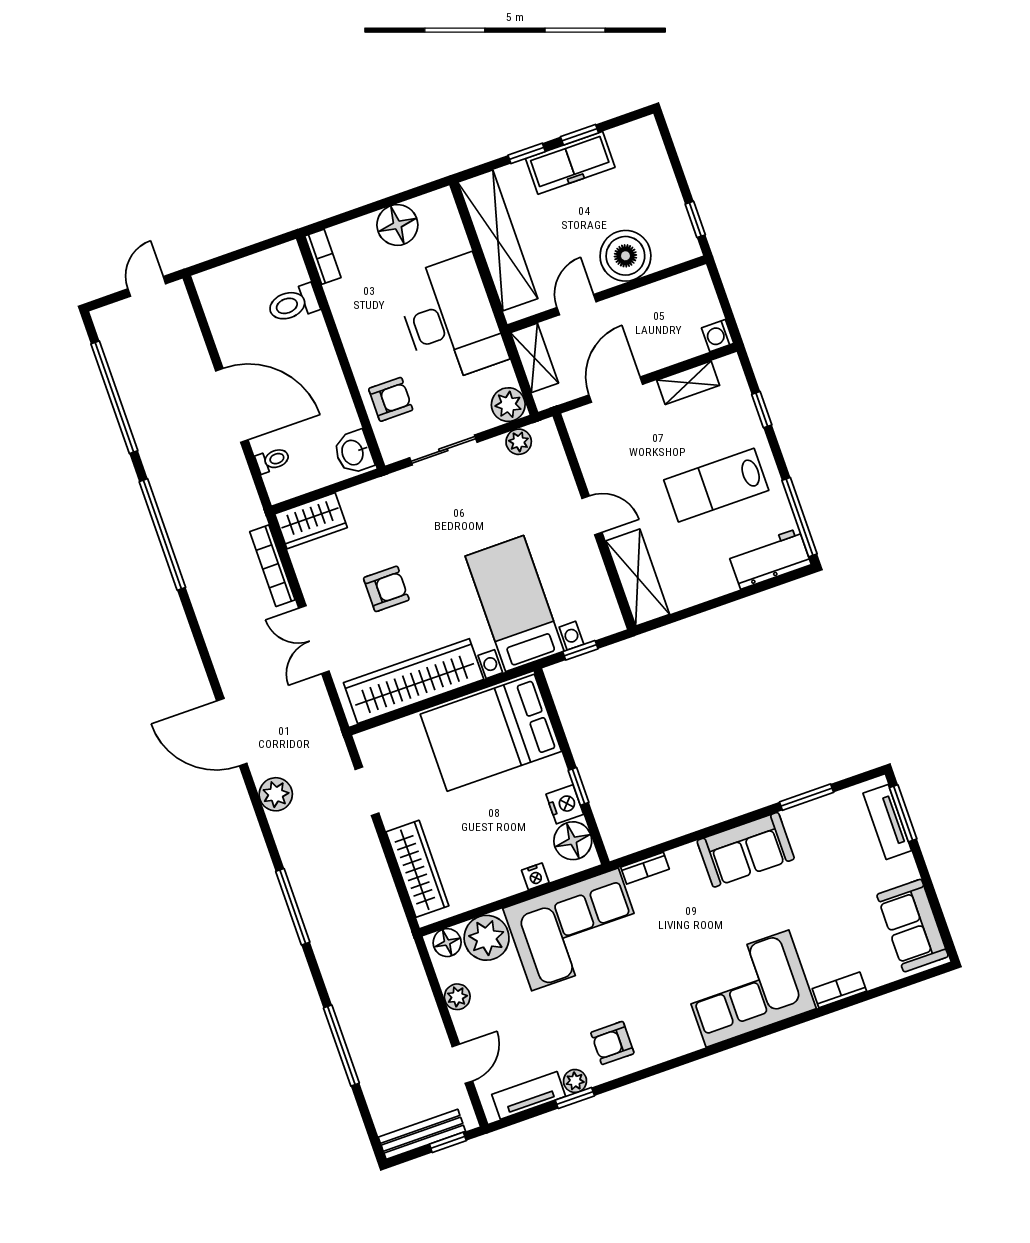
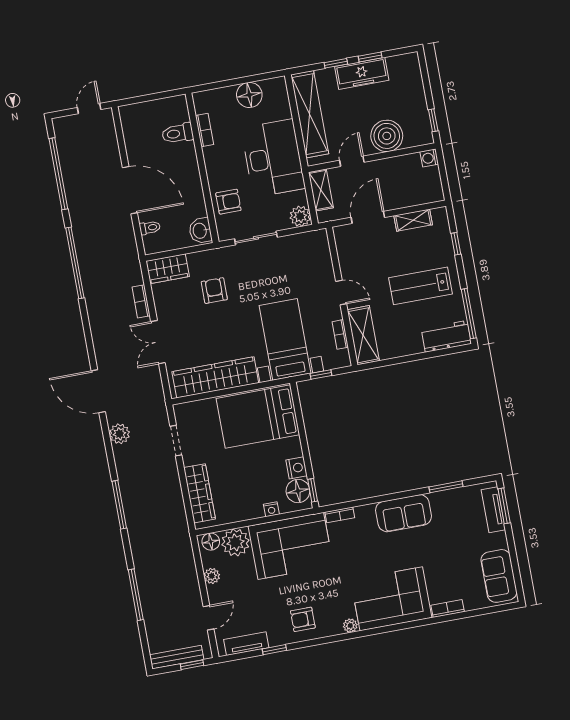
bookcase: (323, 257) -> (204, 130), moved
washing machine: (718, 336) -> (429, 158), moved
plant: (519, 442) -> (303, 240), removed
bookcase: (272, 566) -> (141, 301), width x0.64
bookcase: (601, 582) -> (340, 334), added
armchair: (386, 589) -> (214, 291), moved, turned -90
window: (579, 786) -> (313, 490), moved
plant: (575, 1081) -> (350, 626), moved

